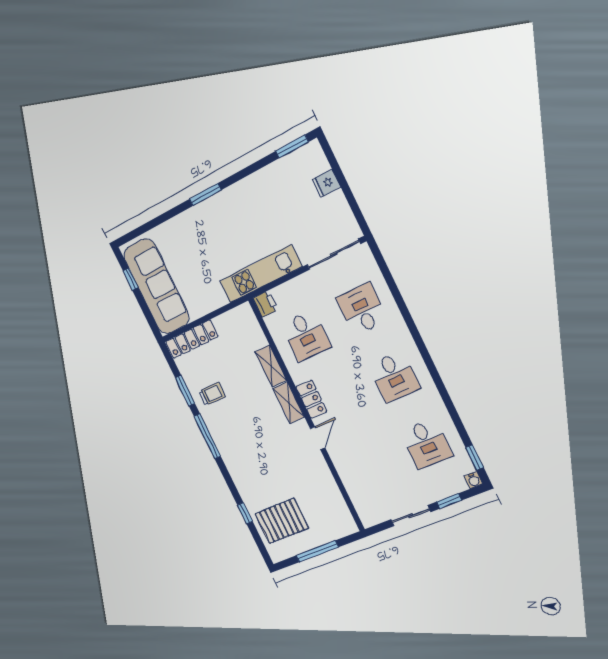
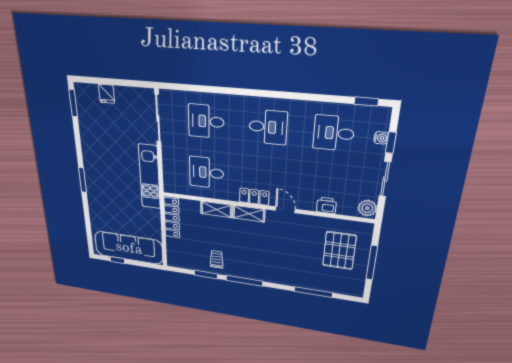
printer: (266, 304) -> (326, 205), moved
desk: (306, 336) -> (206, 173), turned 180
locker: (192, 339) -> (172, 218), moved
desk: (427, 444) -> (334, 133), turned 180
water cooler: (474, 480) -> (381, 138), moved
window: (245, 513) -> (313, 292), width x2.17
plant: (371, 516) -> (367, 208), added
pallet: (282, 521) -> (339, 251), moved

